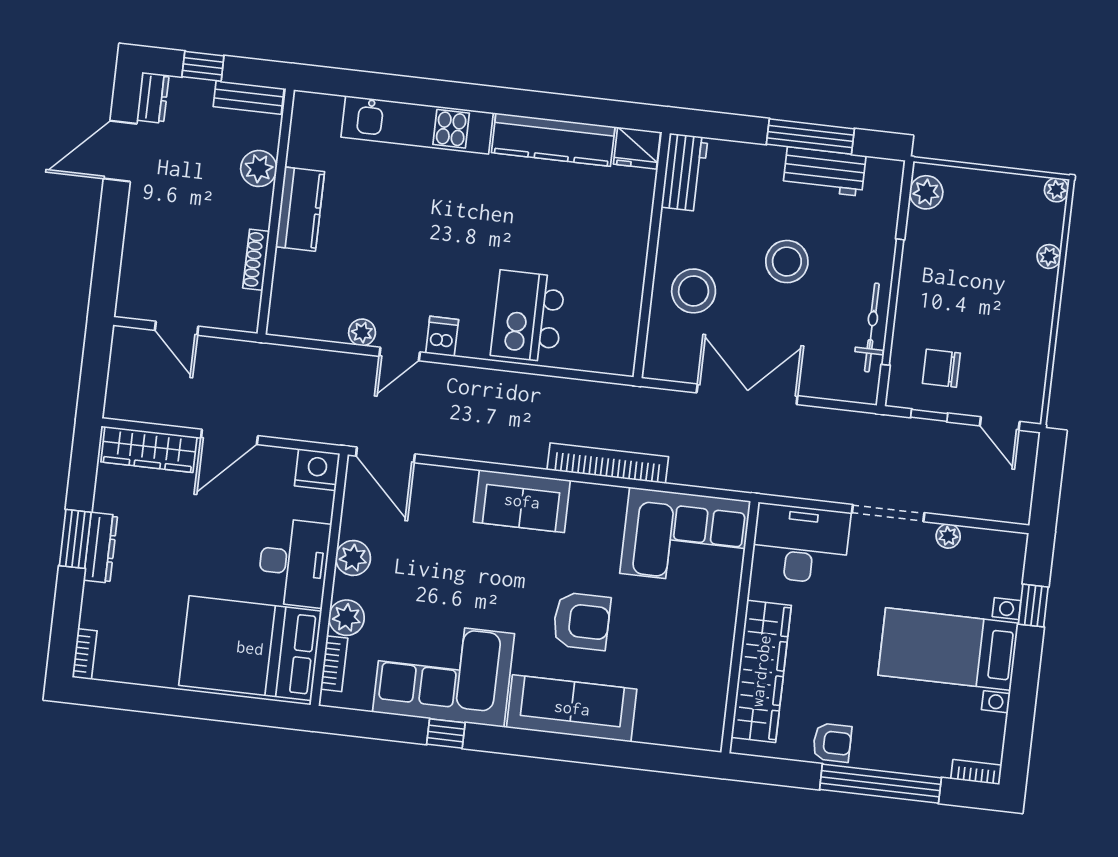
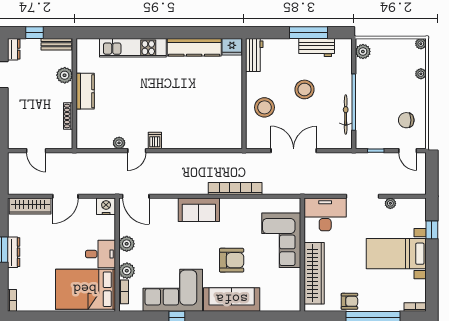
kitchen island: (528, 316) -> (192, 127), removed
chair: (941, 368) -> (406, 120), moved
corner sofa: (685, 537) -> (281, 240), moved, turned 90
desk: (294, 563) -> (100, 254), width x0.73

